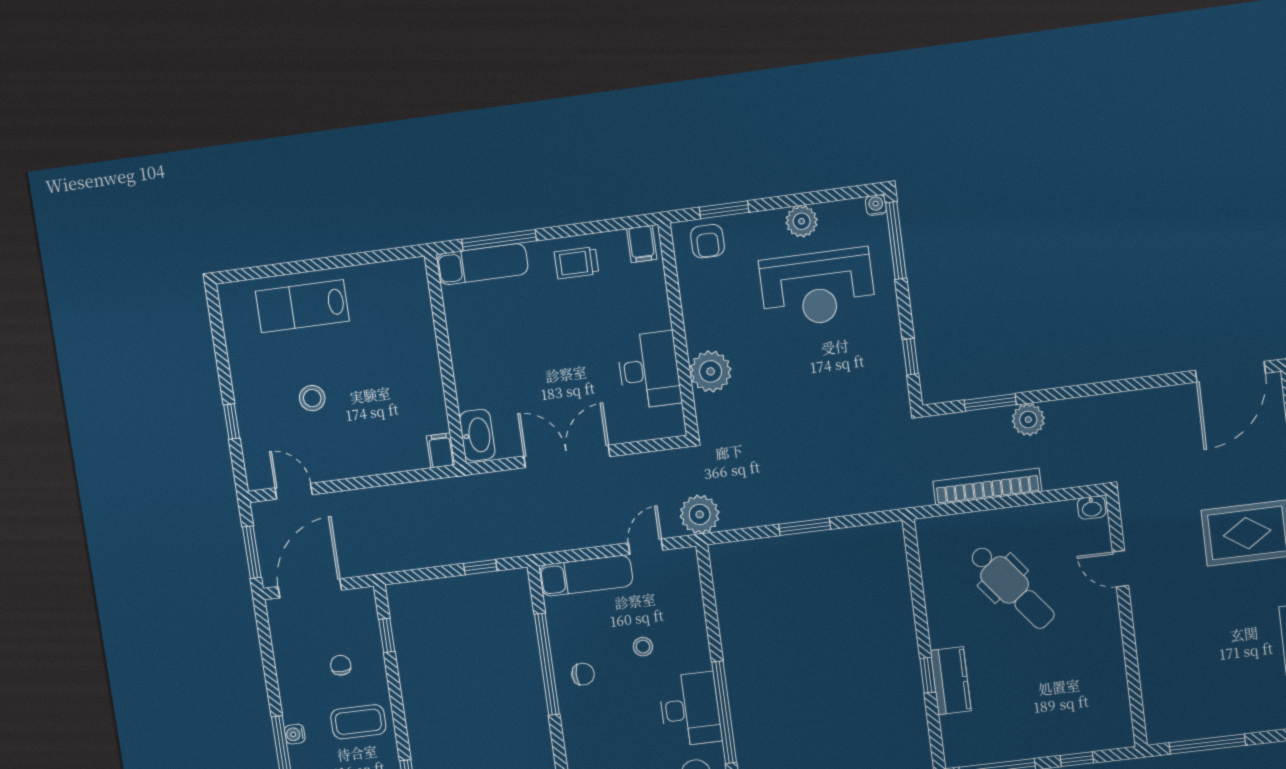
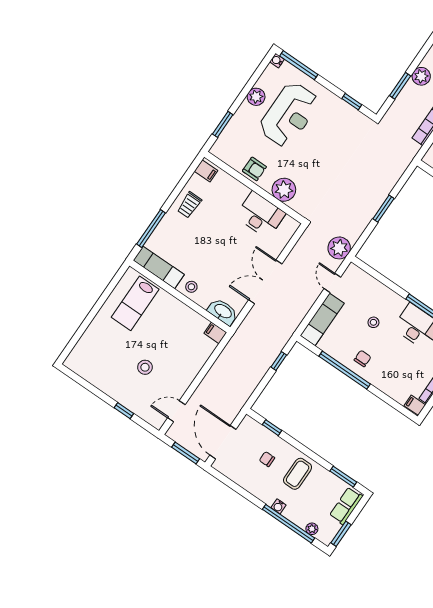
armchair: (707, 241) -> (254, 169), moved
exam couch: (482, 264) -> (159, 267), moved, turned -90
lab bench: (302, 306) -> (135, 303), moved
stool: (472, 364) -> (191, 287), added

